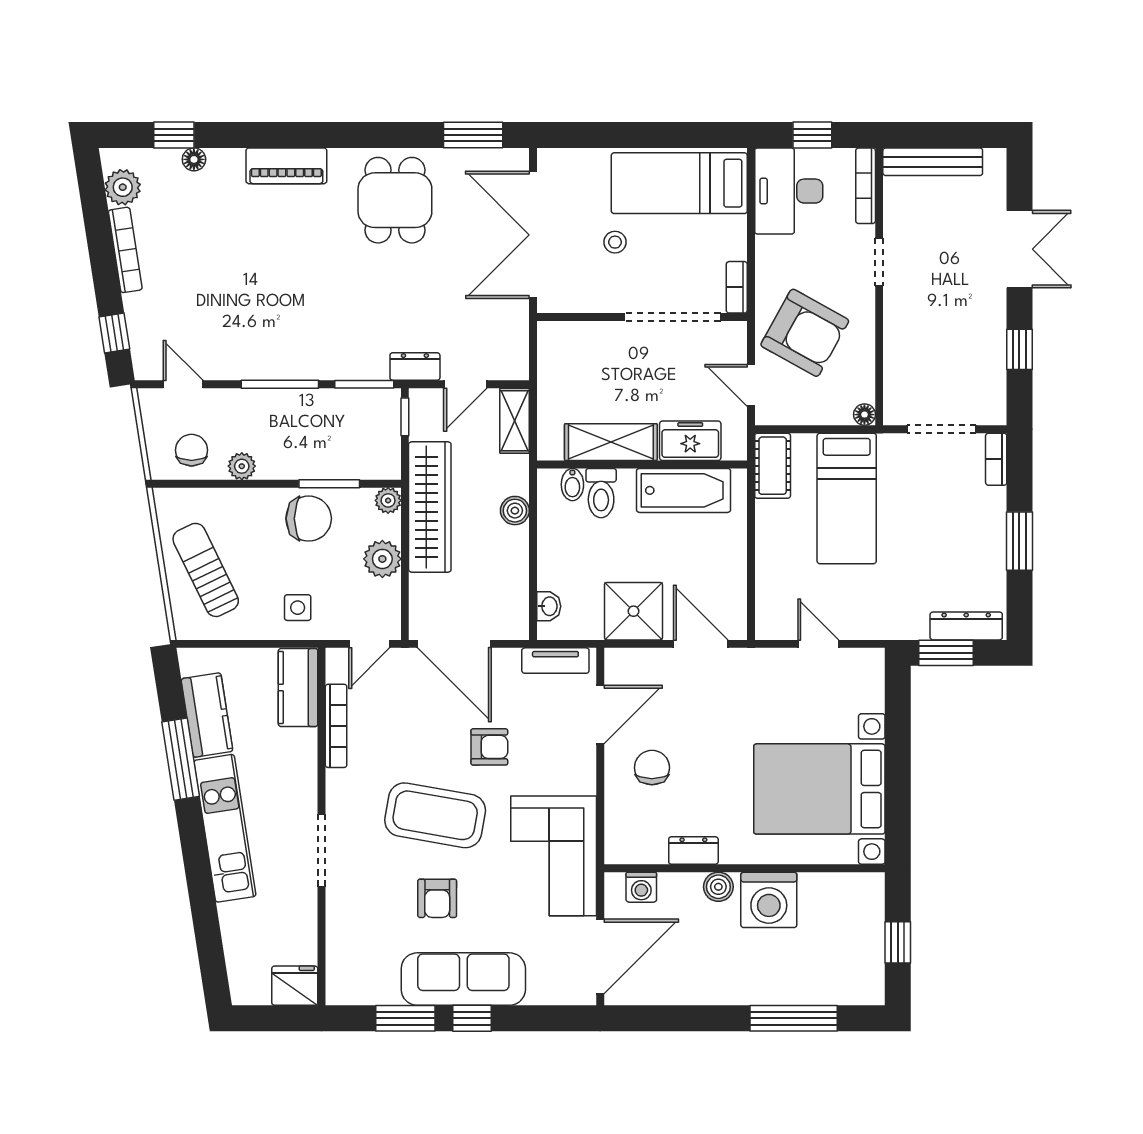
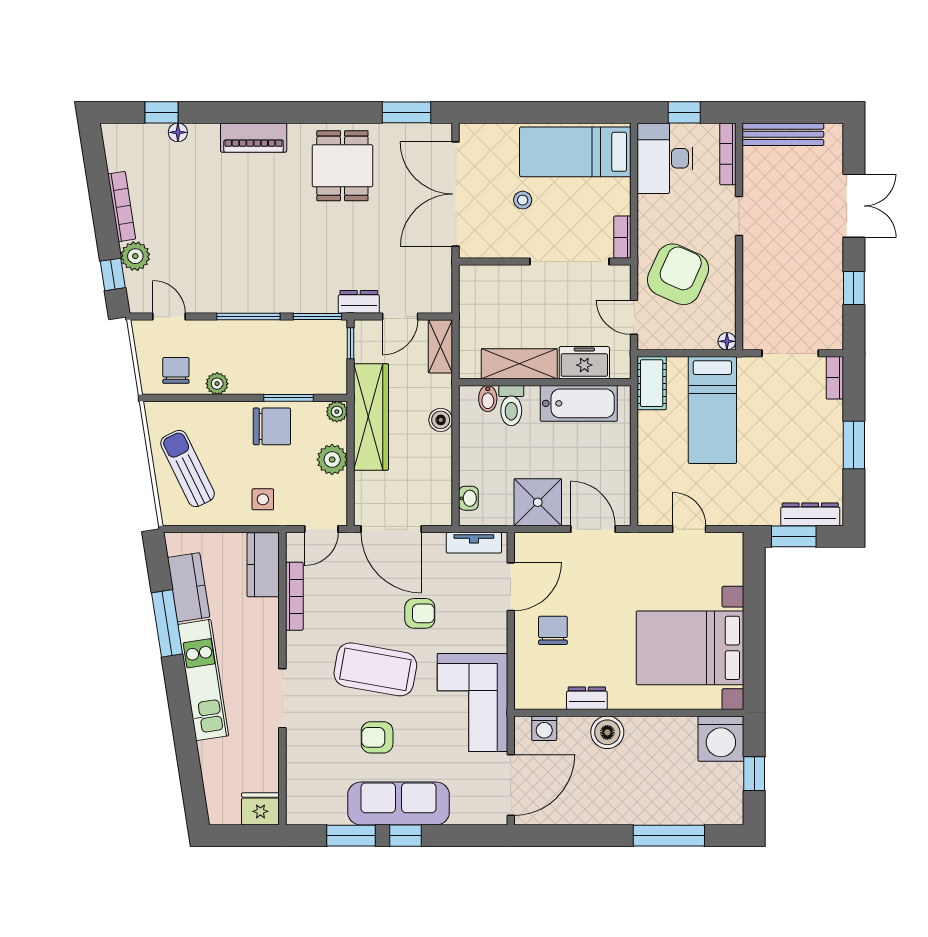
plant: (123, 187) -> (135, 256), moved
armchair: (805, 333) -> (678, 274), turned -95
boiler: (718, 887) -> (607, 732), width x1.36, depth x1.36
armchair: (437, 898) -> (377, 737), turned 90
washing machine: (769, 900) -> (721, 739), moved

